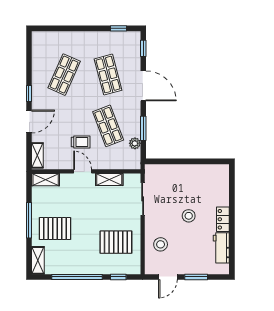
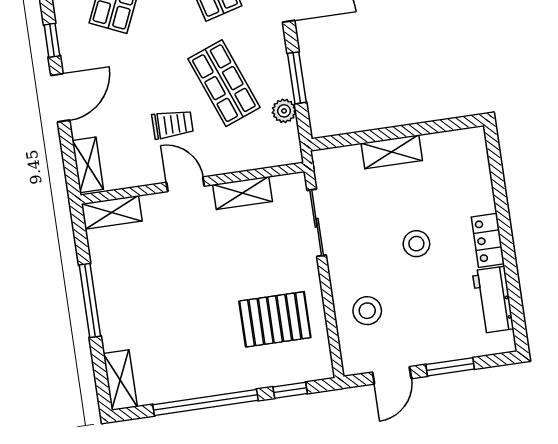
shelving: (183, 170) -> (392, 152), added
pallet: (55, 229) -> (146, 310), removed

